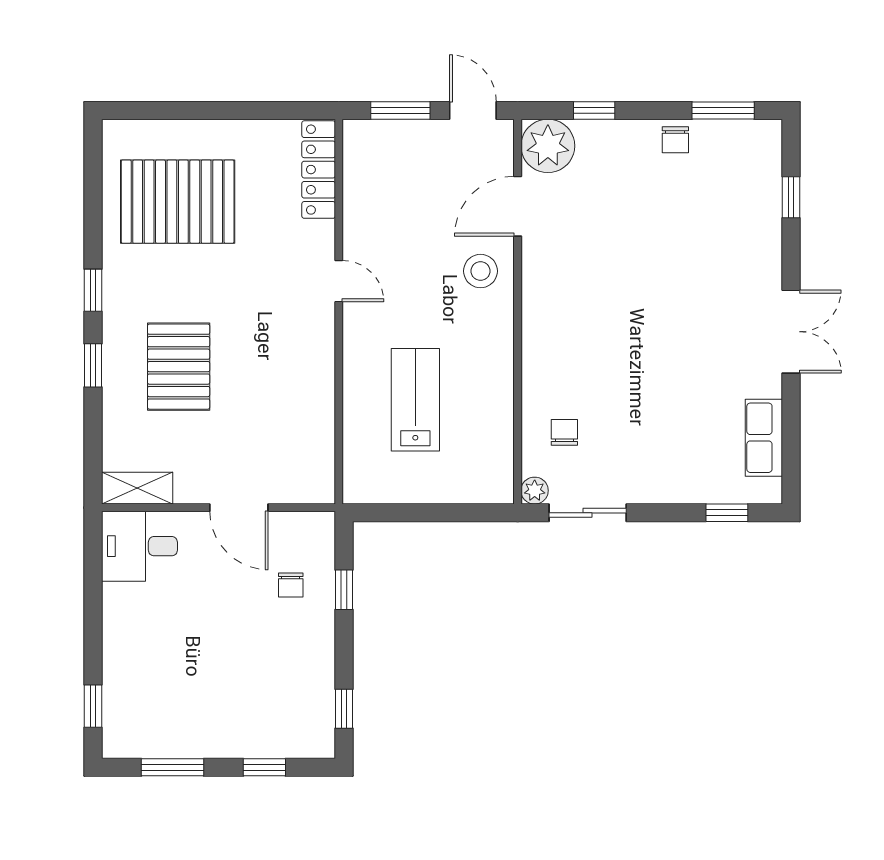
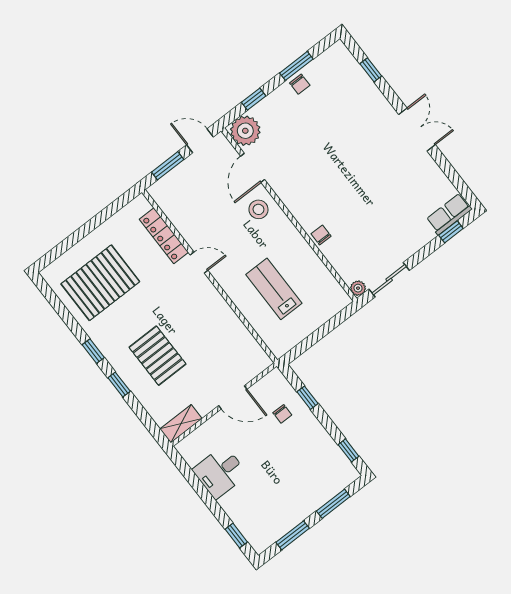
window: (723, 110) -> (296, 66), moved
locker: (319, 170) -> (164, 236), moved
chair: (564, 432) -> (321, 235), moved
row of seats: (764, 438) -> (449, 214), moved, turned 90
desk: (139, 546) -> (220, 472), moved
window: (264, 767) -> (333, 504), width x1.50

